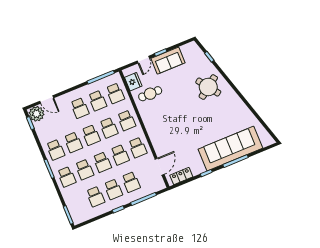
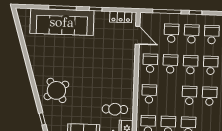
school desk: (109, 128) -> (169, 95), removed
door: (160, 167) -> (138, 35), swing flipped

